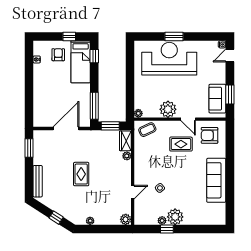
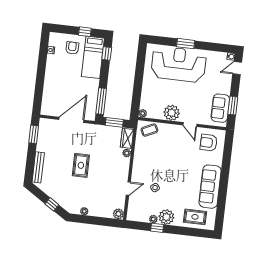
rug: (181, 144) -> (195, 217), moved

